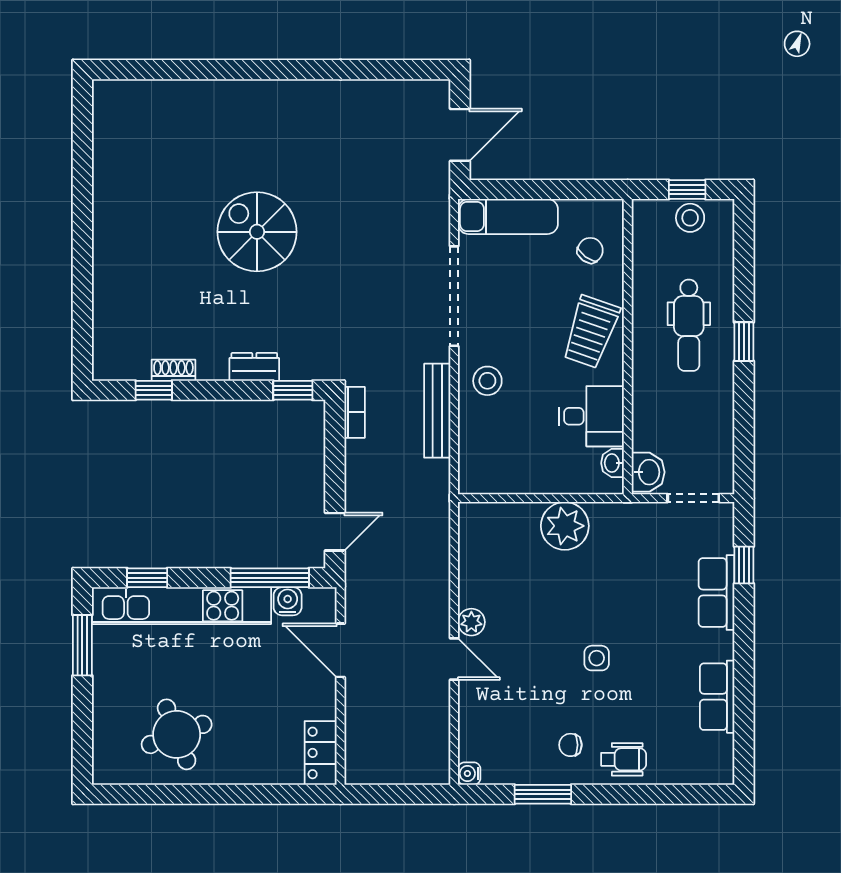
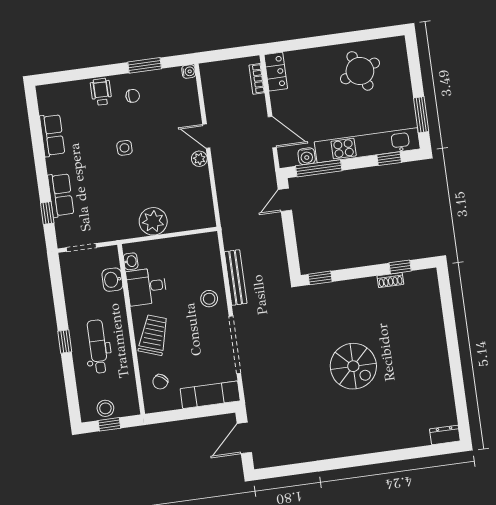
dresser: (254, 367) -> (445, 435), moved, turned 180
bookcase: (355, 412) -> (257, 79), moved
washbasin: (648, 472) -> (112, 280), moved
wheelchair: (624, 759) -> (101, 92), turned 90

